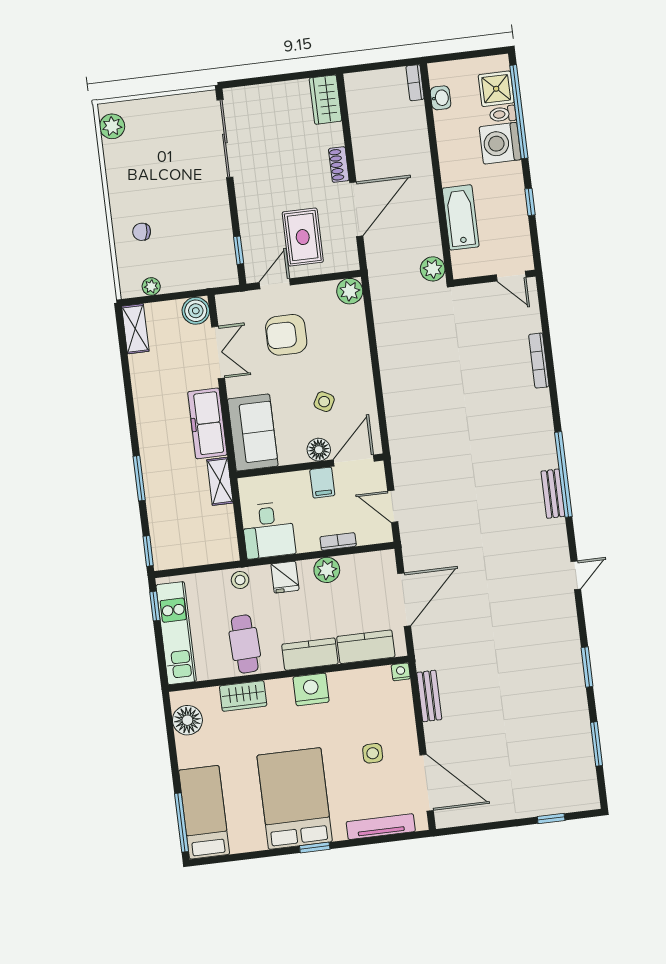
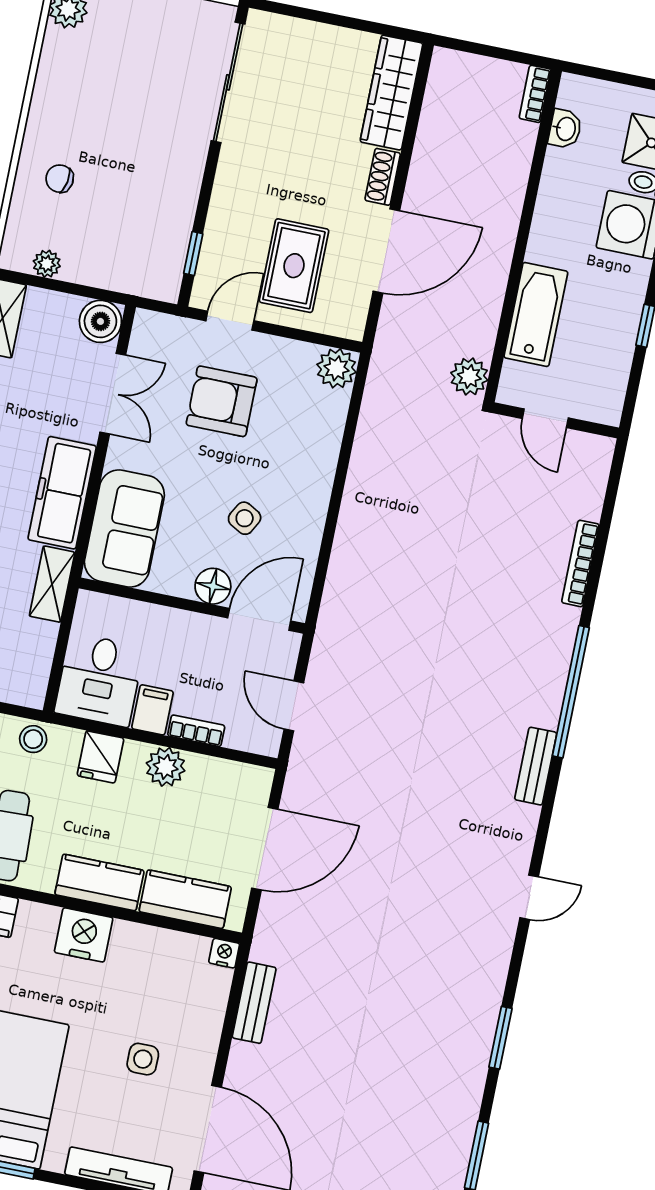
wardrobe: (326, 100) -> (391, 93), width x1.50
door: (511, 276) -> (545, 418), moved
window: (563, 474) -> (571, 692), moved
filing cabinet: (322, 483) -> (152, 710), moved, turned 180

